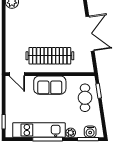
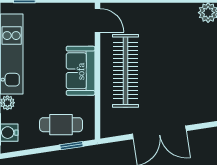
door: (17, 74) -> (97, 20), swing flipped

